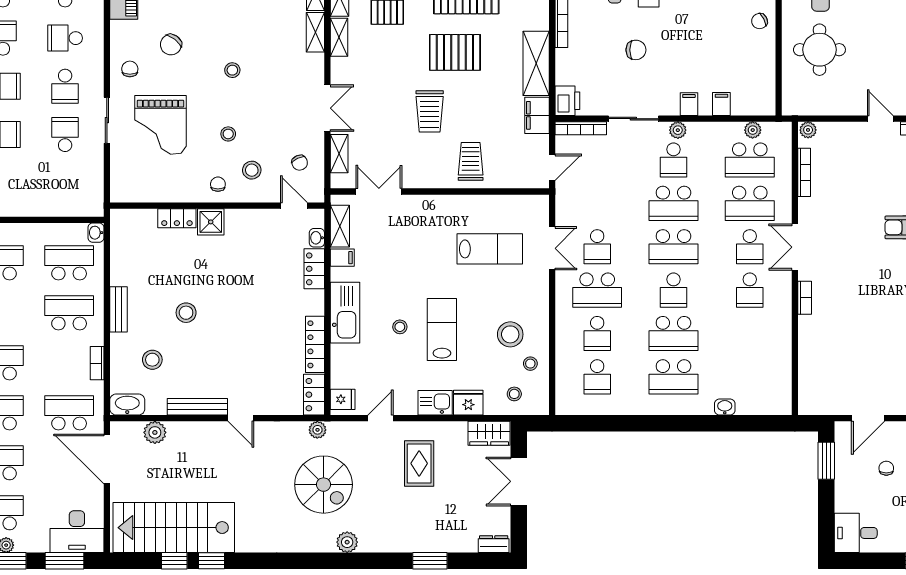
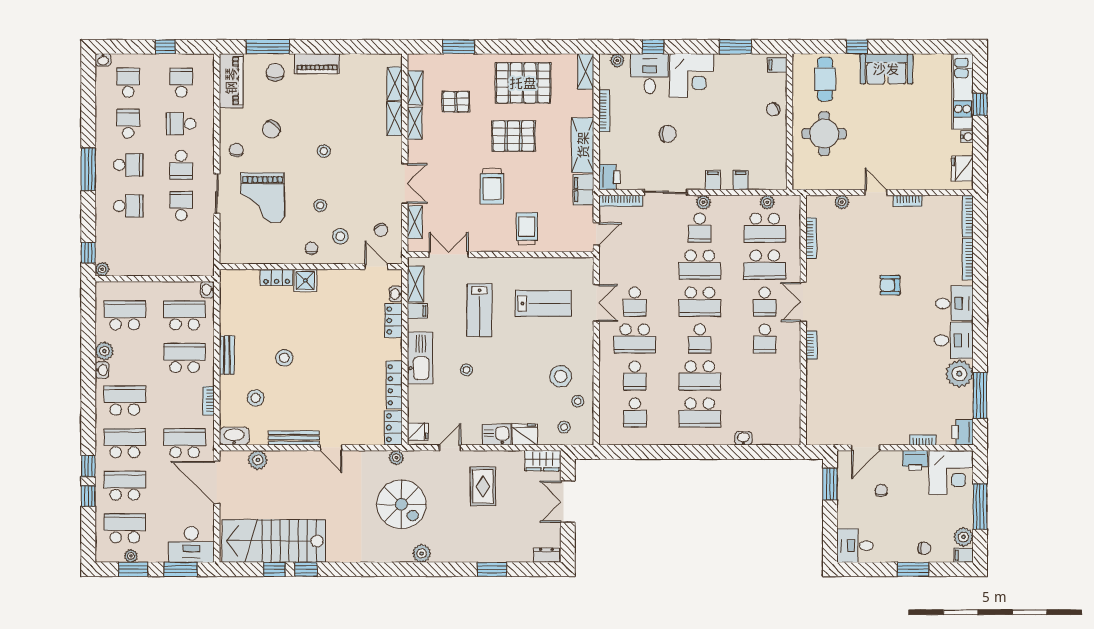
plant: (808, 130) -> (842, 202), moved
lab bench: (442, 330) -> (479, 310), moved, turned 180

